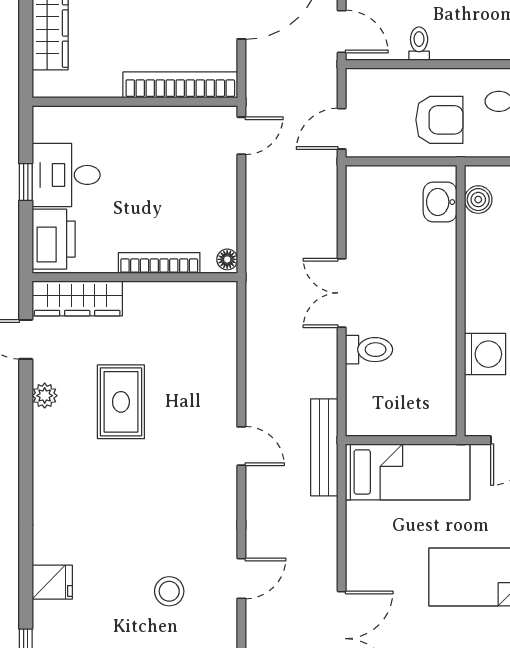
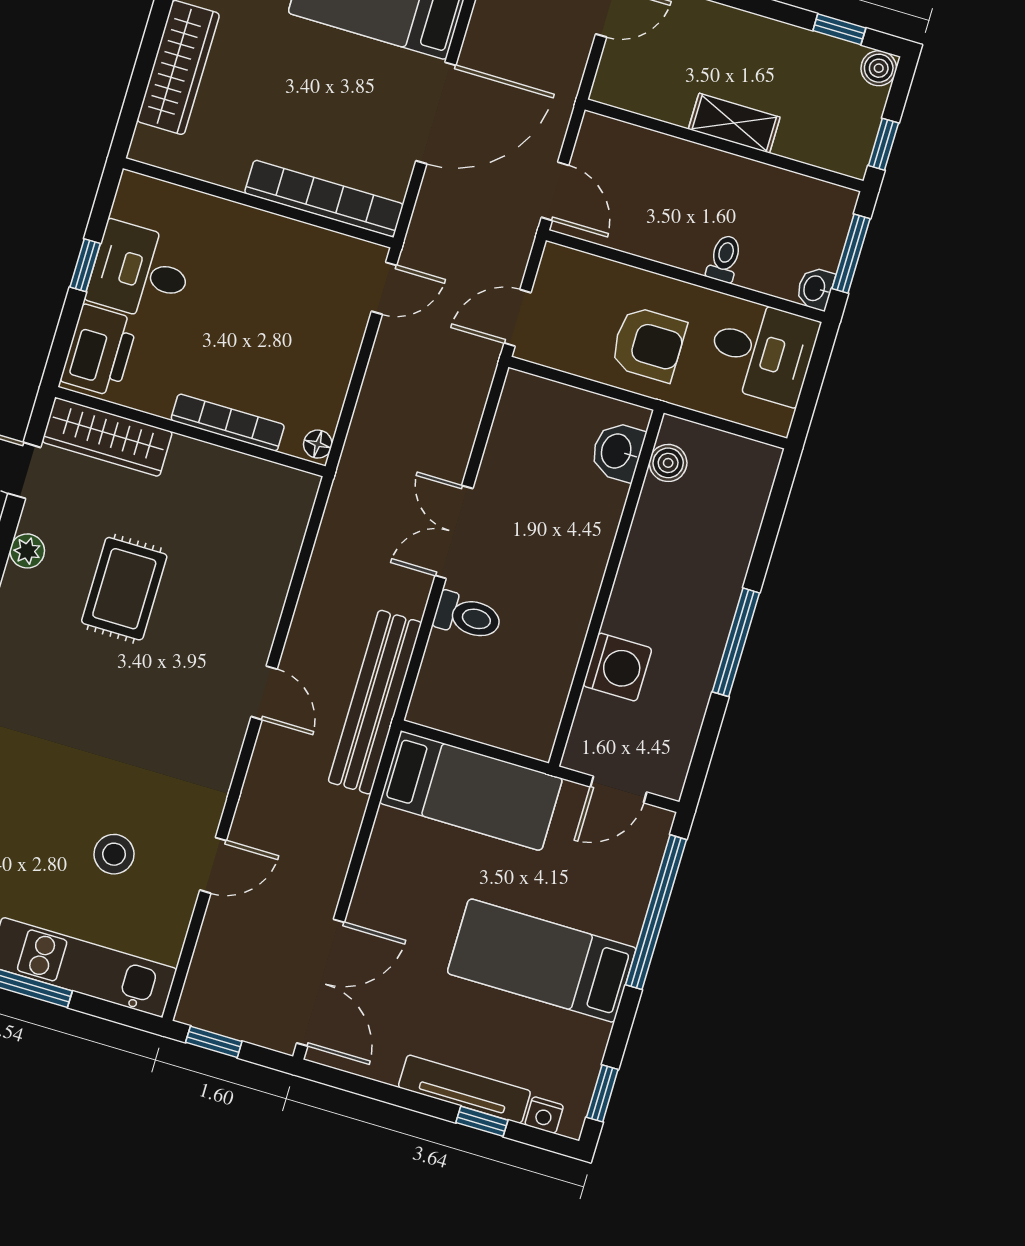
toilet: (419, 44) -> (724, 259), moved
bench: (324, 447) -> (375, 702), width x1.37, depth x1.21

